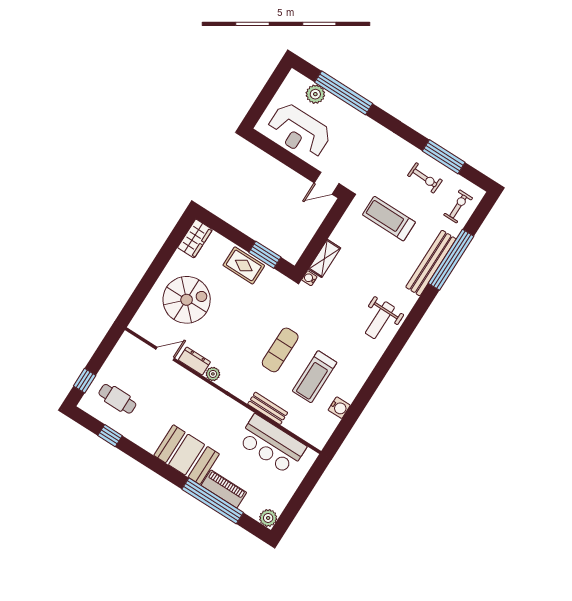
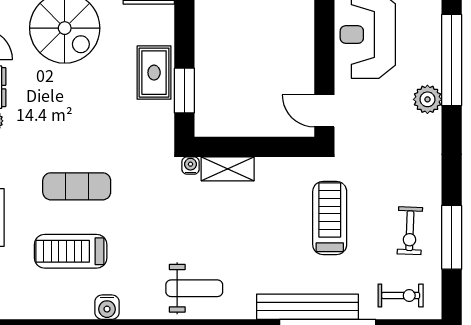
plant: (315, 94) -> (427, 99), moved
weight bench: (380, 320) -> (194, 288), turned 180
water cooler: (339, 408) -> (107, 307), moved

